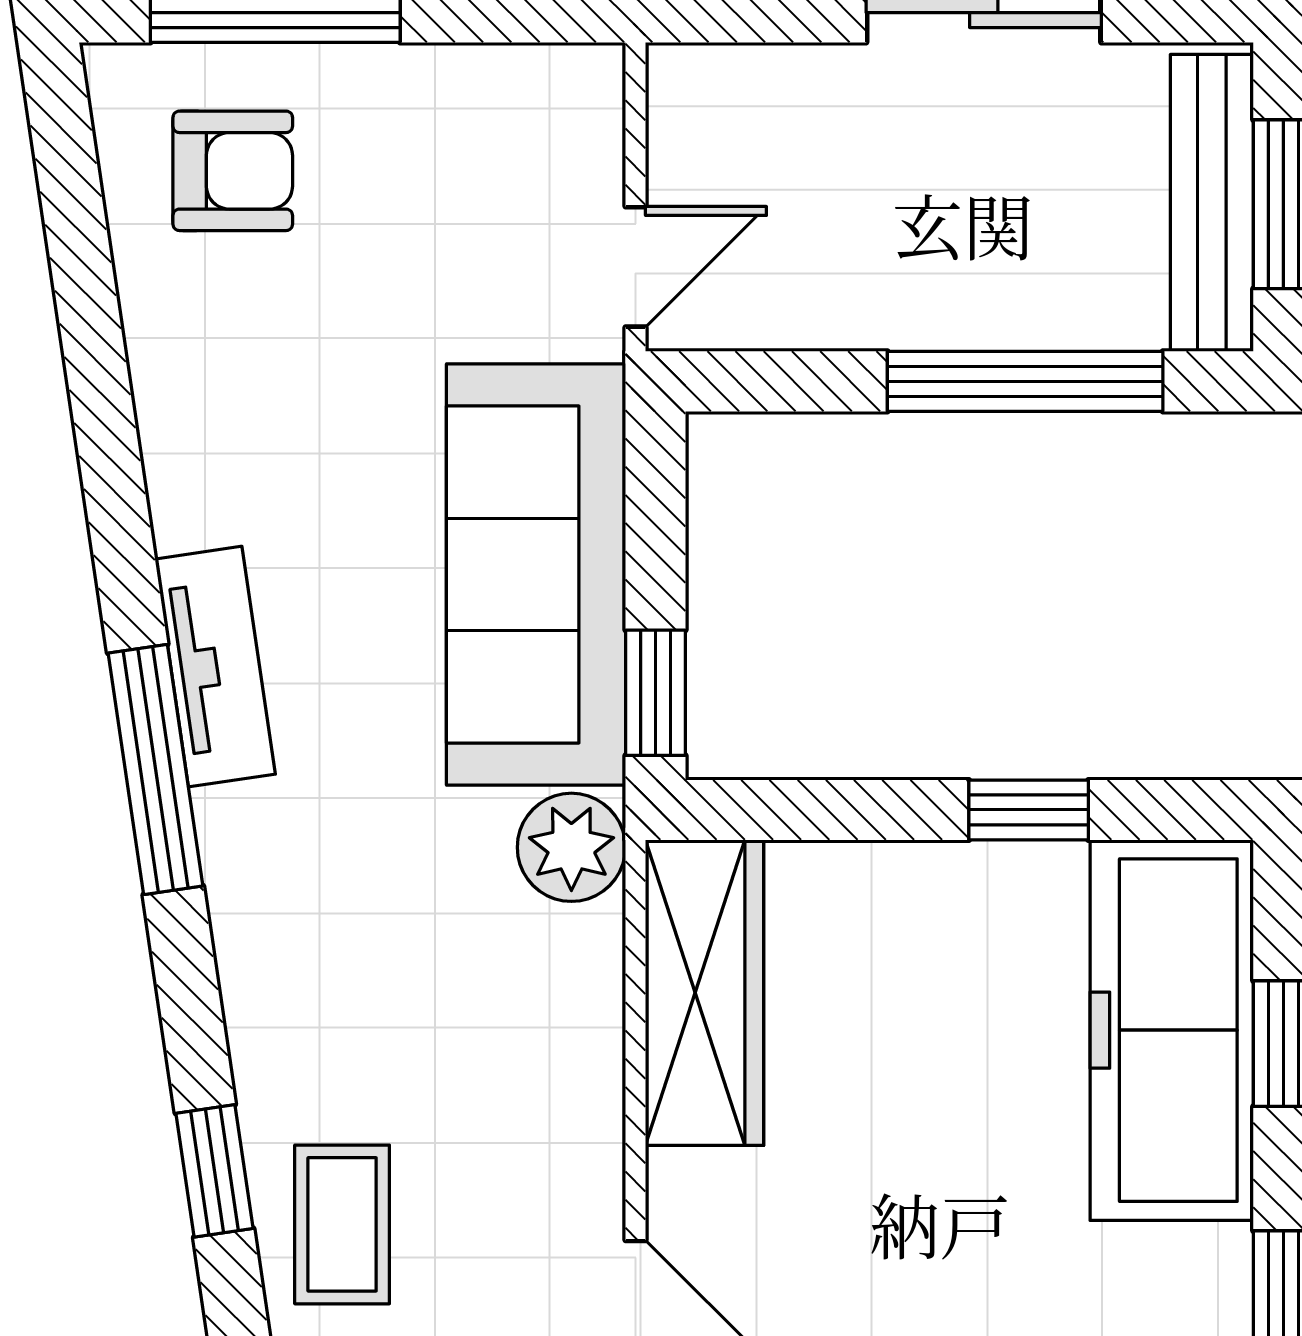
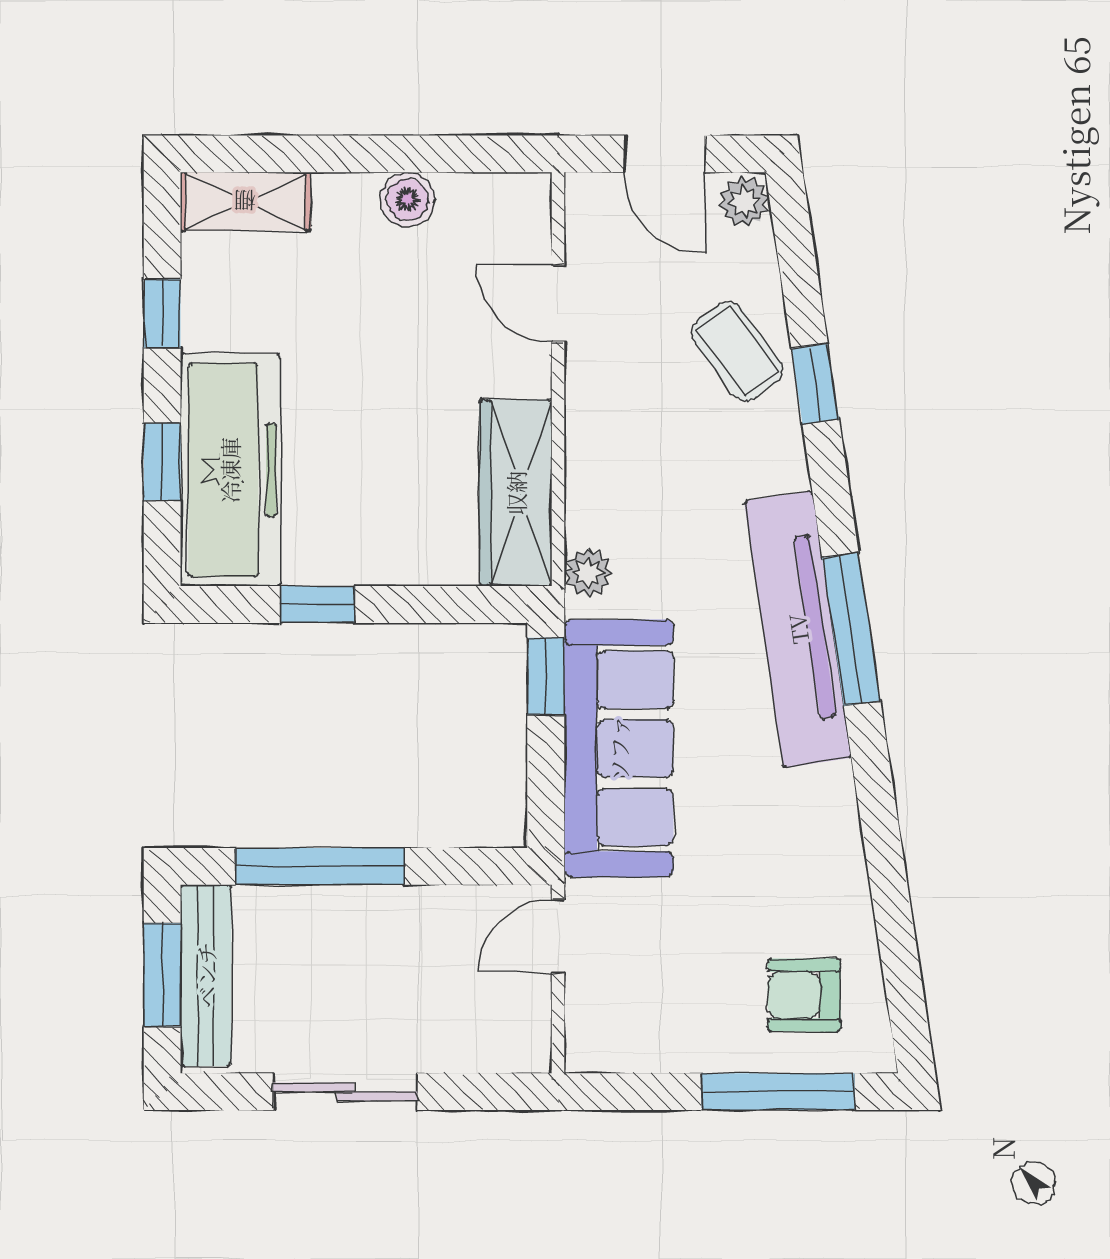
tv unit: (215, 667) -> (798, 629), width x1.92, depth x1.29
plant: (571, 847) -> (588, 573), width x0.73, depth x0.73
coffee table: (342, 1224) -> (737, 351), turned -36

